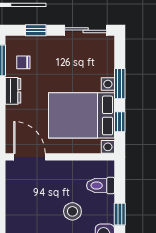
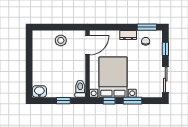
toilet: (101, 186) -> (80, 89), moved
stool: (72, 211) -> (61, 40), moved
window: (120, 214) -> (63, 101), moved

